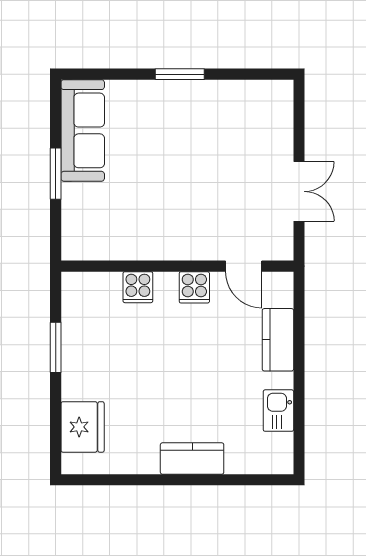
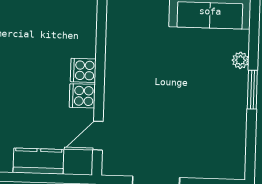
plant: (143, 90) -> (240, 60), added
cooker: (138, 287) -> (83, 70), moved

